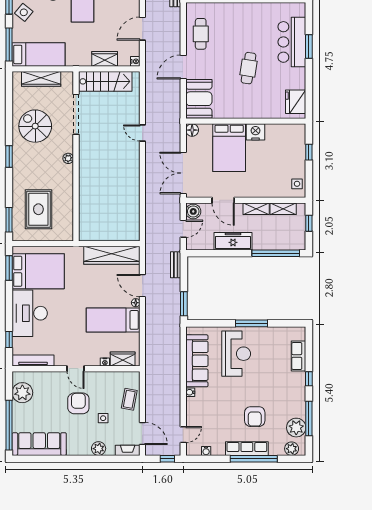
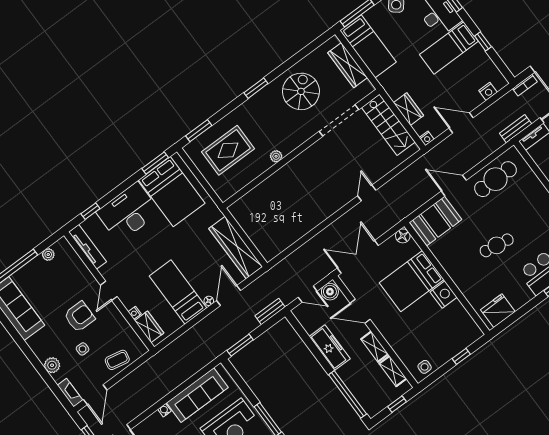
cafe table: (201, 34) -> (495, 179), width x1.37, depth x1.35
plant: (68, 158) -> (276, 156), moved
door: (223, 200) -> (360, 311), hinge flipped
plant: (22, 393) -> (48, 255), width x0.53, depth x0.53

